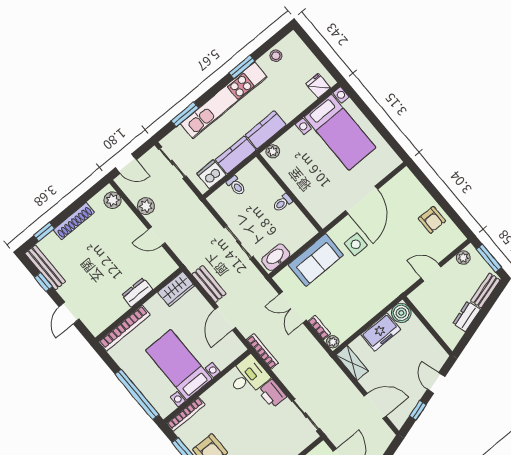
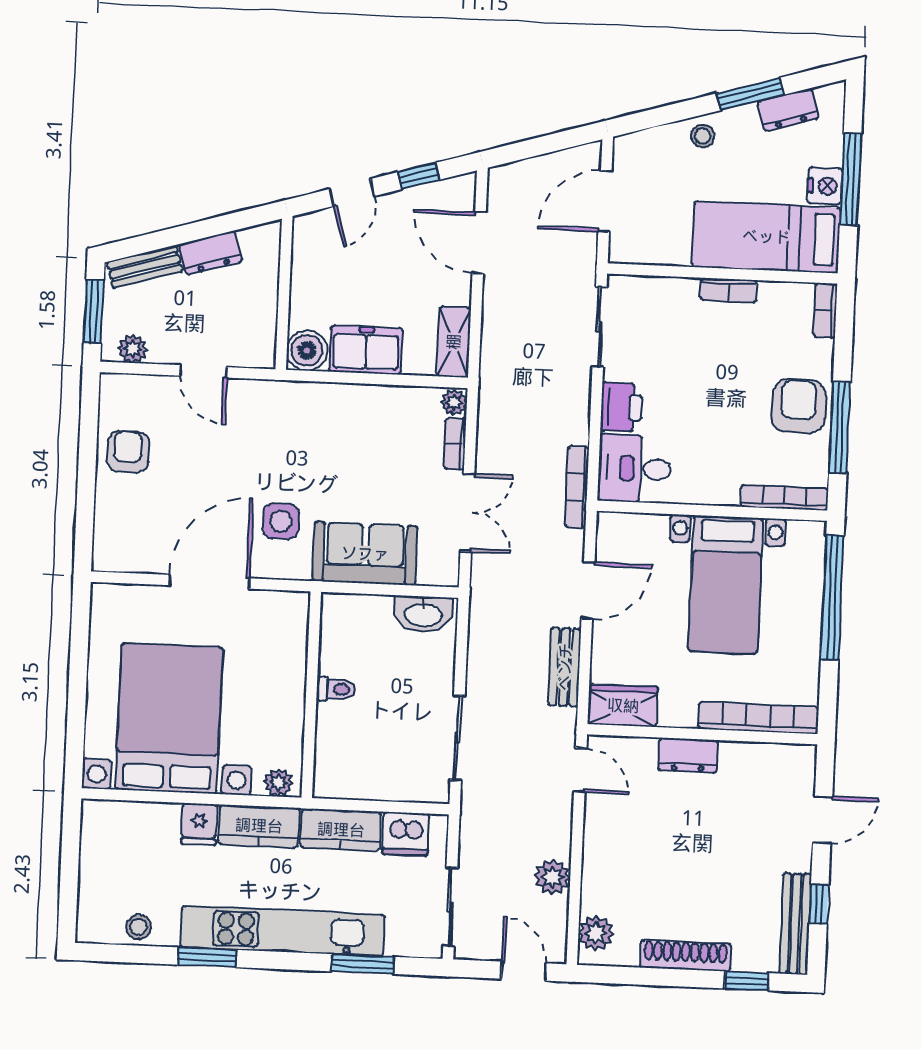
fridge: (318, 86) -> (199, 824), moved
bed with nightstands: (340, 132) -> (169, 718), width x1.36
toilet: (236, 186) -> (384, 781), removed
door: (157, 236) -> (580, 770), moved
sliding door: (239, 242) -> (458, 738), moved

